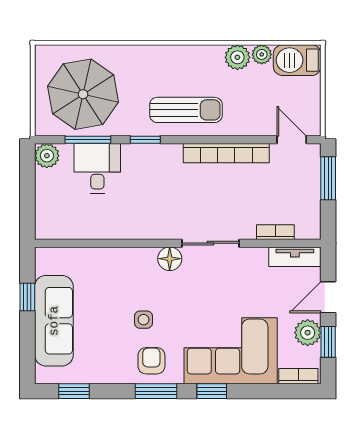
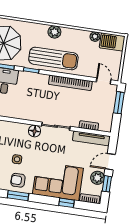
plant: (237, 57) -> (54, 32), moved
sun lounger: (186, 110) -> (53, 58), width x1.36, depth x1.34
tv unit: (295, 257) -> (91, 138), width x1.41
armchair: (151, 361) -> (18, 180), turned -90
window: (212, 391) -> (67, 203), moved

